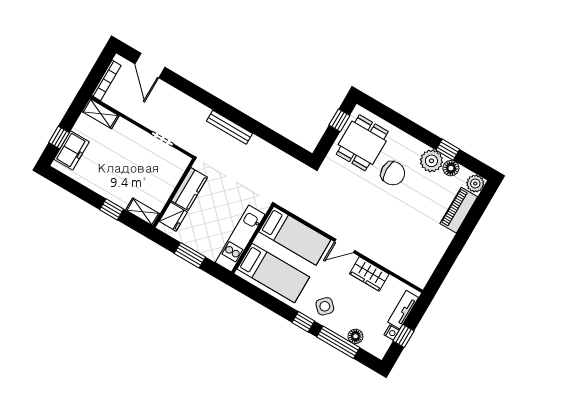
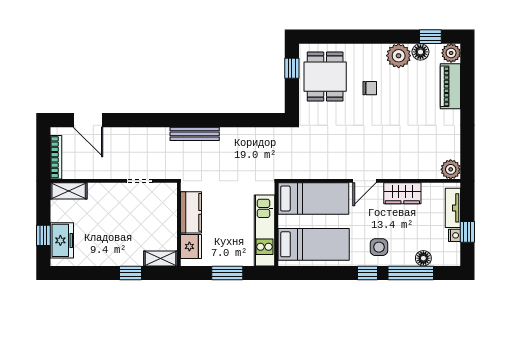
window: (448, 150) -> (430, 37), moved
chair: (393, 173) -> (370, 88), width x0.54, depth x0.54
plant: (420, 277) -> (451, 169), added
side table: (325, 306) -> (379, 247), turned 45

